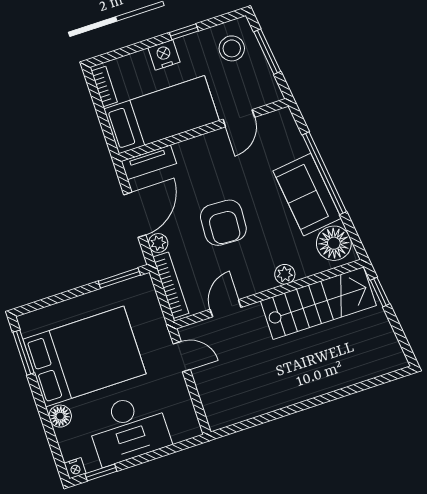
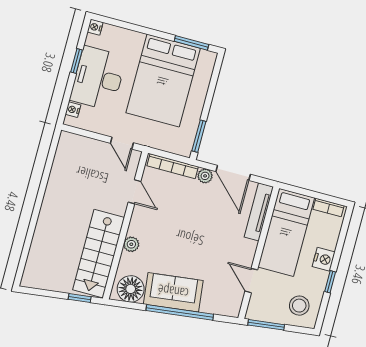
window: (267, 52) -> (266, 325), moved
tv unit: (149, 162) -> (259, 212), width x1.41
armchair: (223, 223) -> (191, 227), removed
door: (182, 357) -> (122, 143), hinge flipped
floor lamp: (60, 416) -> (135, 40), removed
nightstand: (180, 434) -> (73, 110), added
window: (101, 472) -> (76, 61), moved

